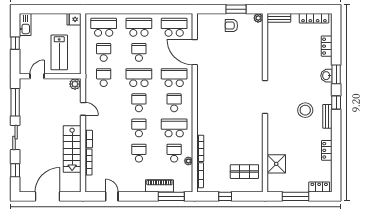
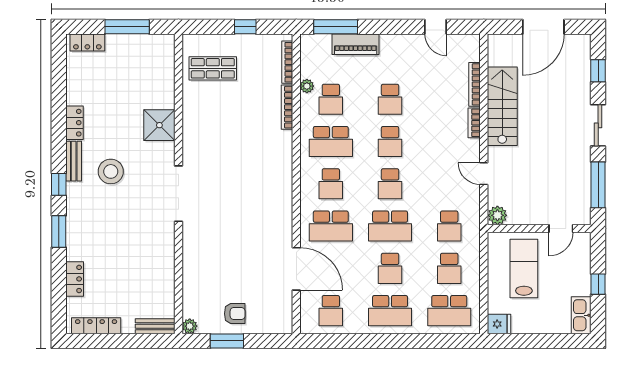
school desk: (174, 27) -> (331, 311), width x0.54
washbasin: (326, 76) -> (75, 229), removed
locker: (327, 150) -> (75, 123), moved
shower: (276, 164) -> (159, 125), moved

